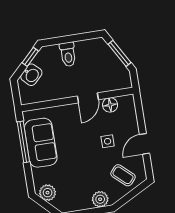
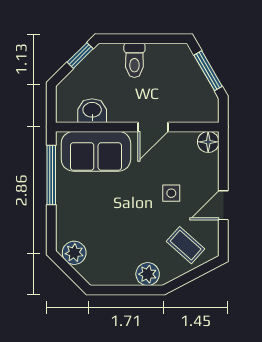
washbasin: (31, 75) -> (92, 111), moved, turned -135
floor lamp: (110, 105) -> (208, 142), moved
sofa: (41, 143) -> (96, 151), moved, turned 90

